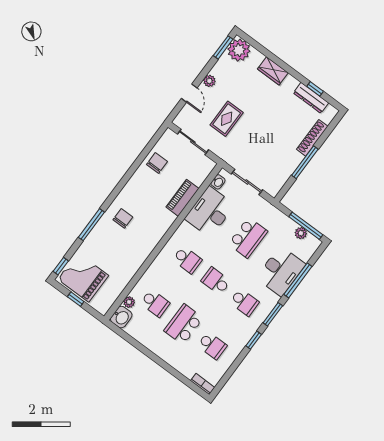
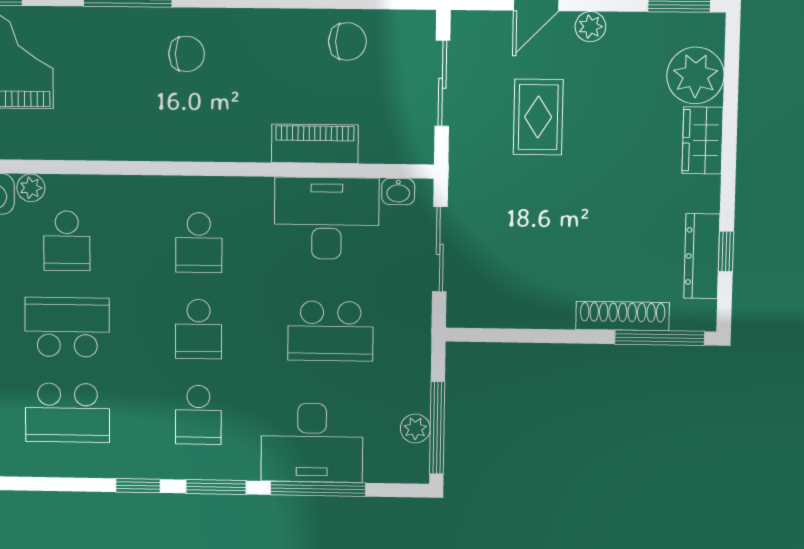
plant: (239, 50) -> (695, 75), moved
rug: (227, 119) -> (538, 117), turned 90
window: (305, 162) -> (660, 338), moved
school desk: (216, 281) -> (199, 329), turned 180
school desk: (212, 346) -> (68, 413), width x1.85

